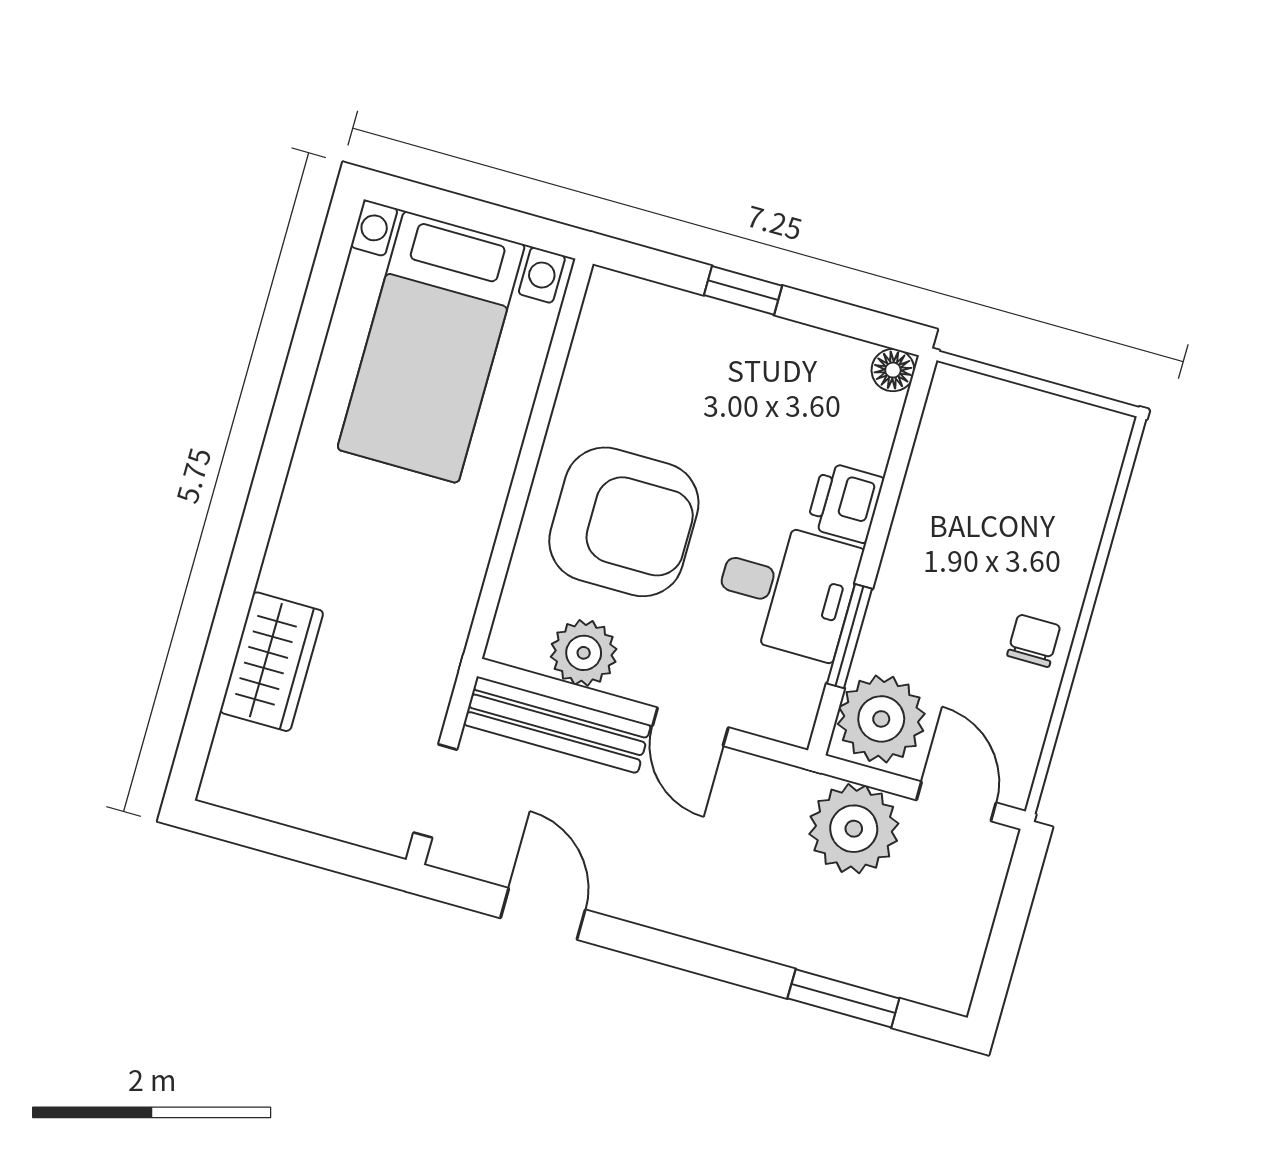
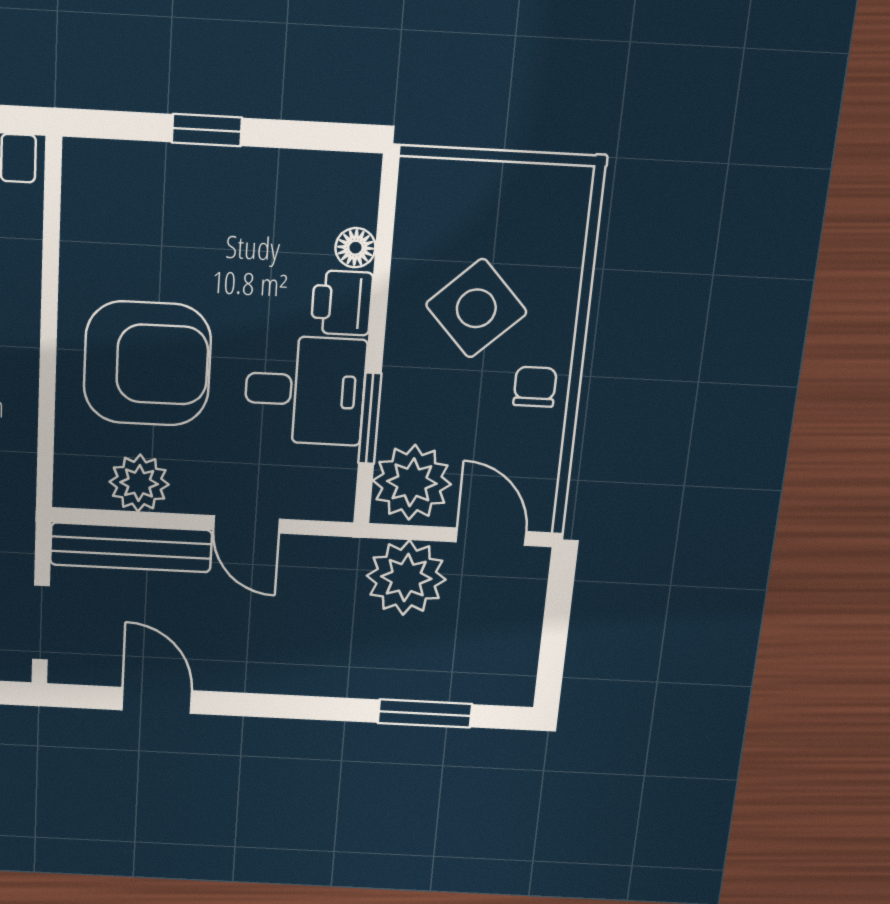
floor lamp: (893, 370) -> (355, 248), moved
side table: (986, 540) -> (476, 308), added

